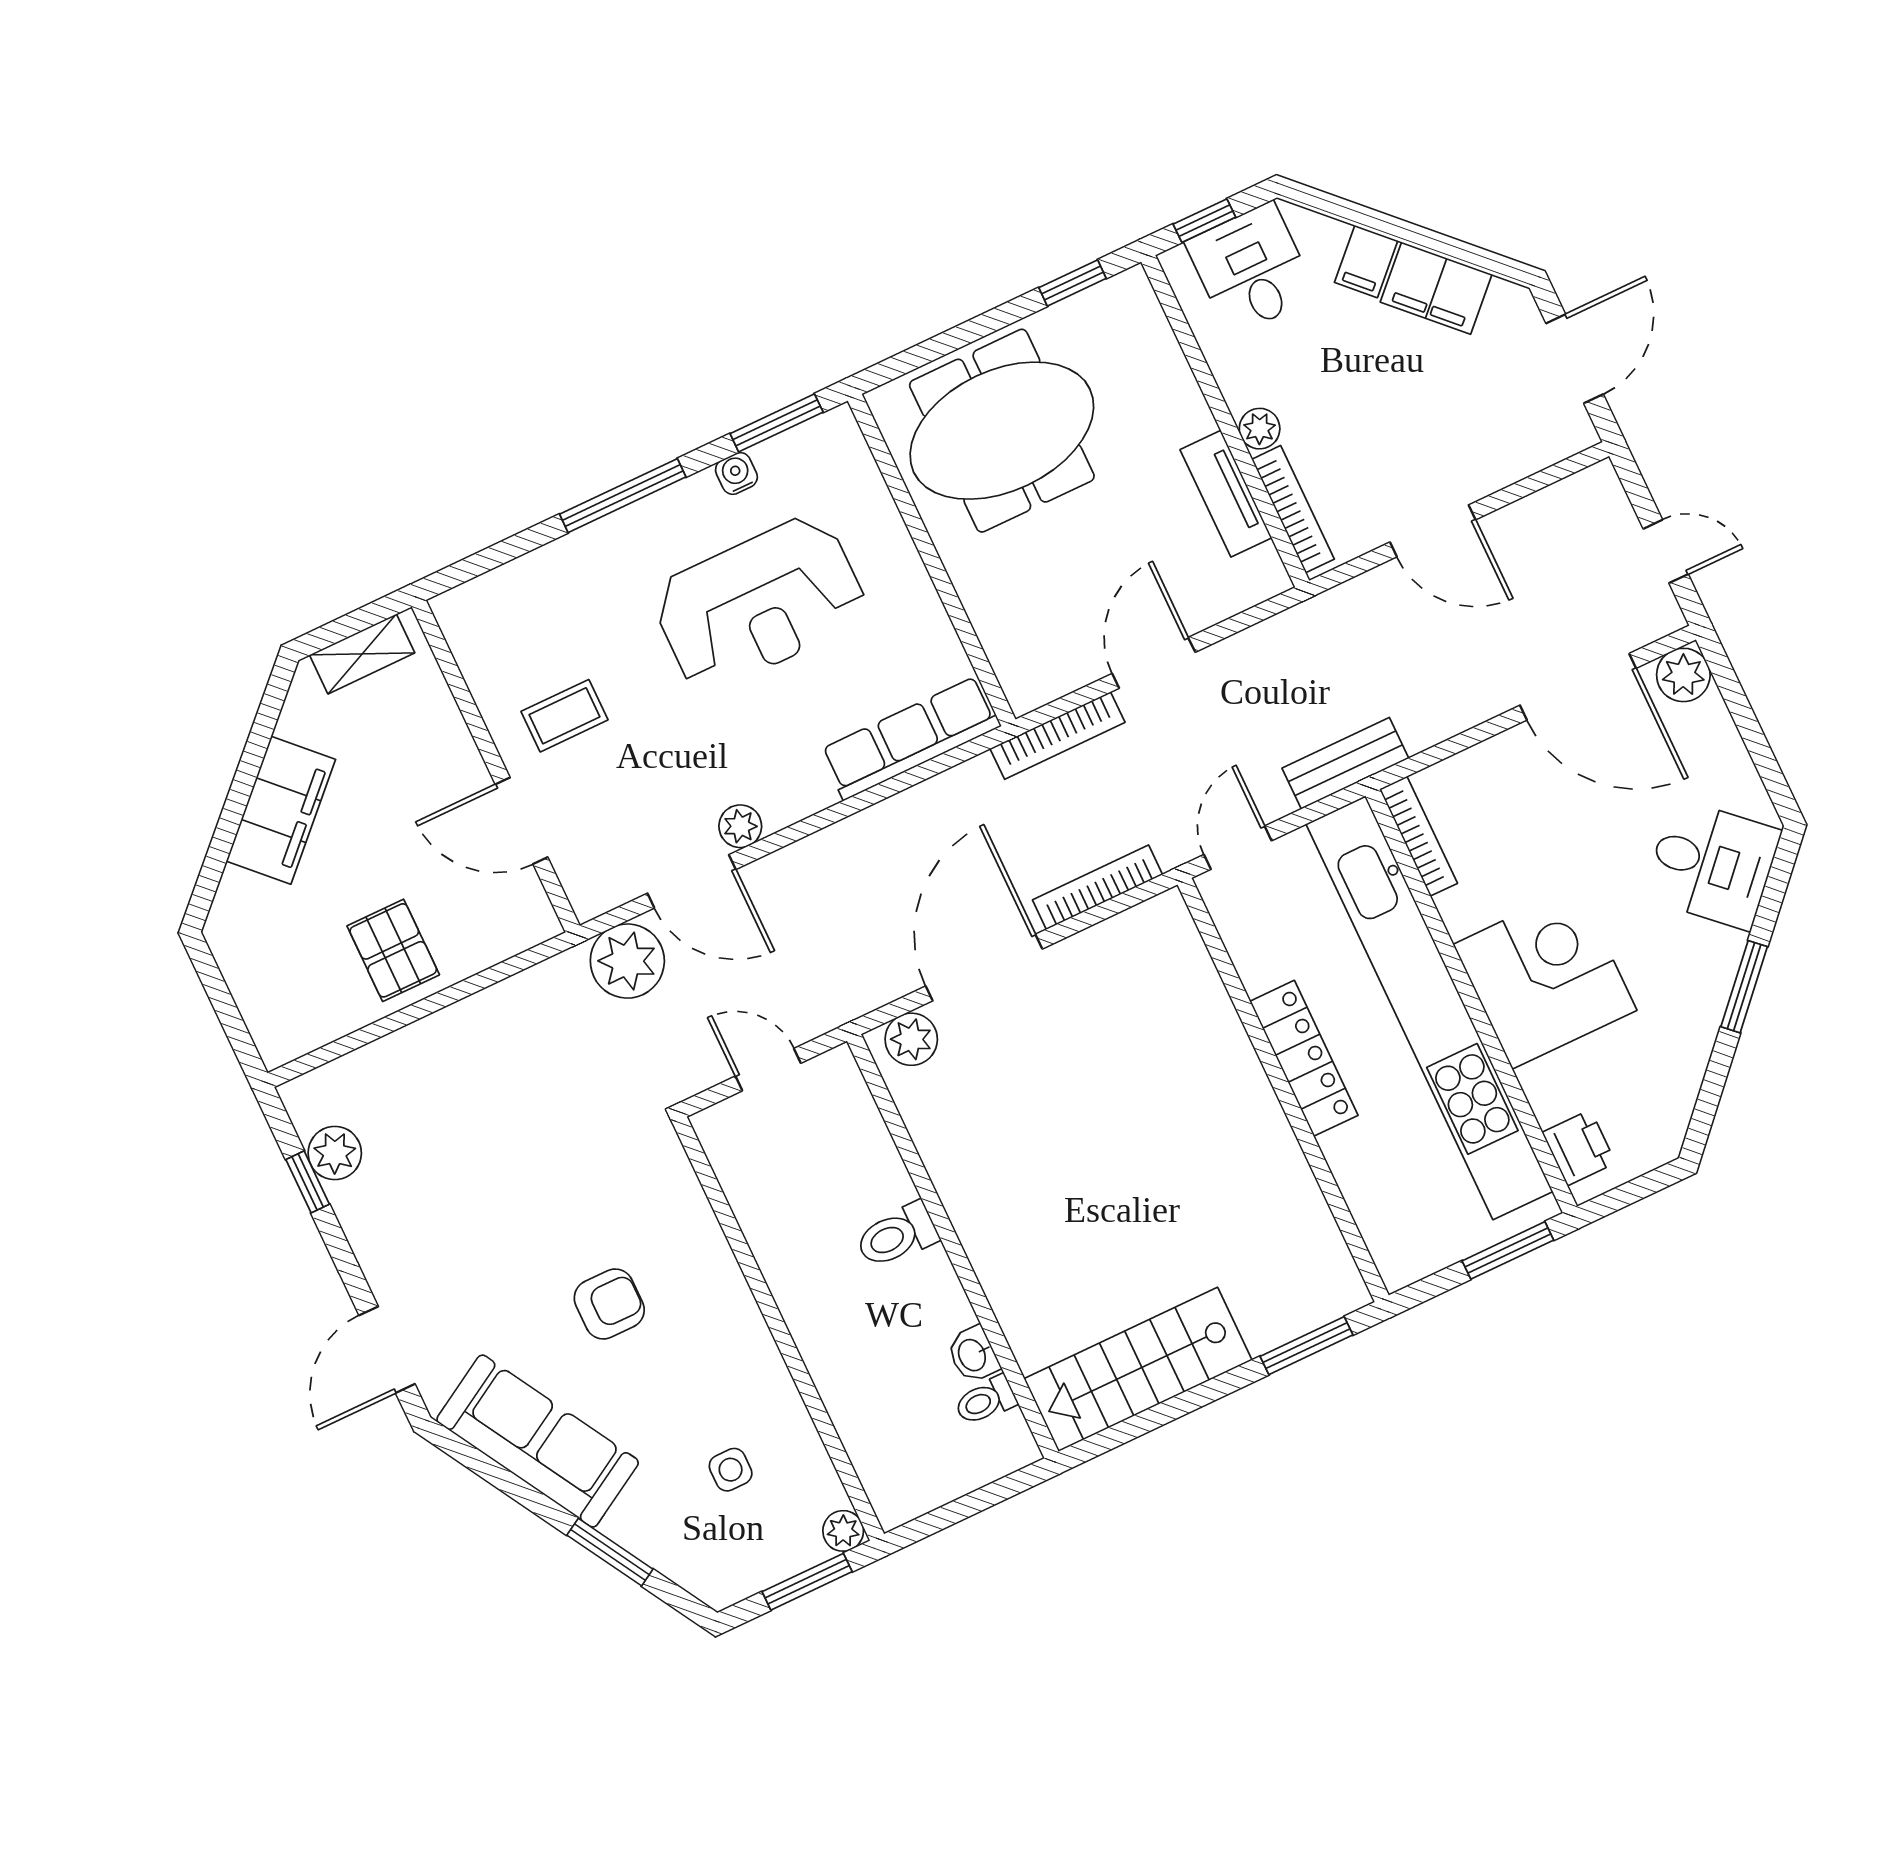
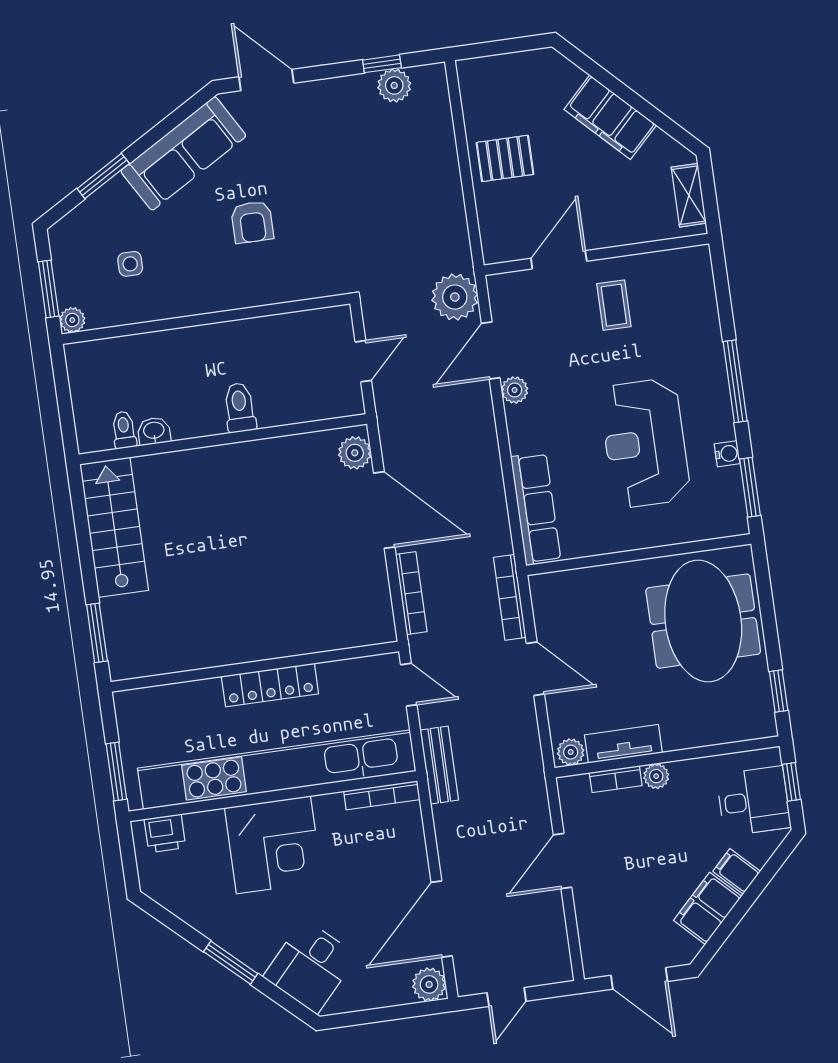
bookcase: (1293, 509) -> (616, 779), width x0.64
plant: (1263, 570) -> (571, 752), added

